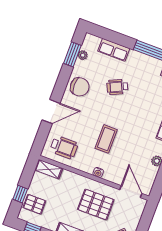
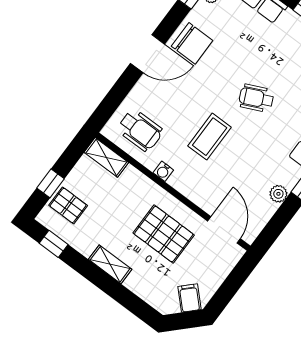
wheelchair: (117, 87) -> (256, 98), moved
door: (51, 112) -> (148, 54), moved
water cooler: (98, 172) -> (163, 171), moved

